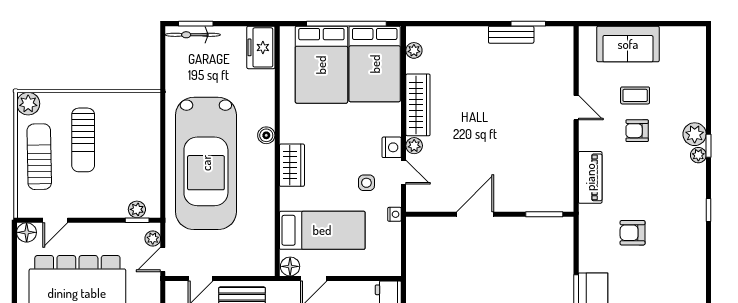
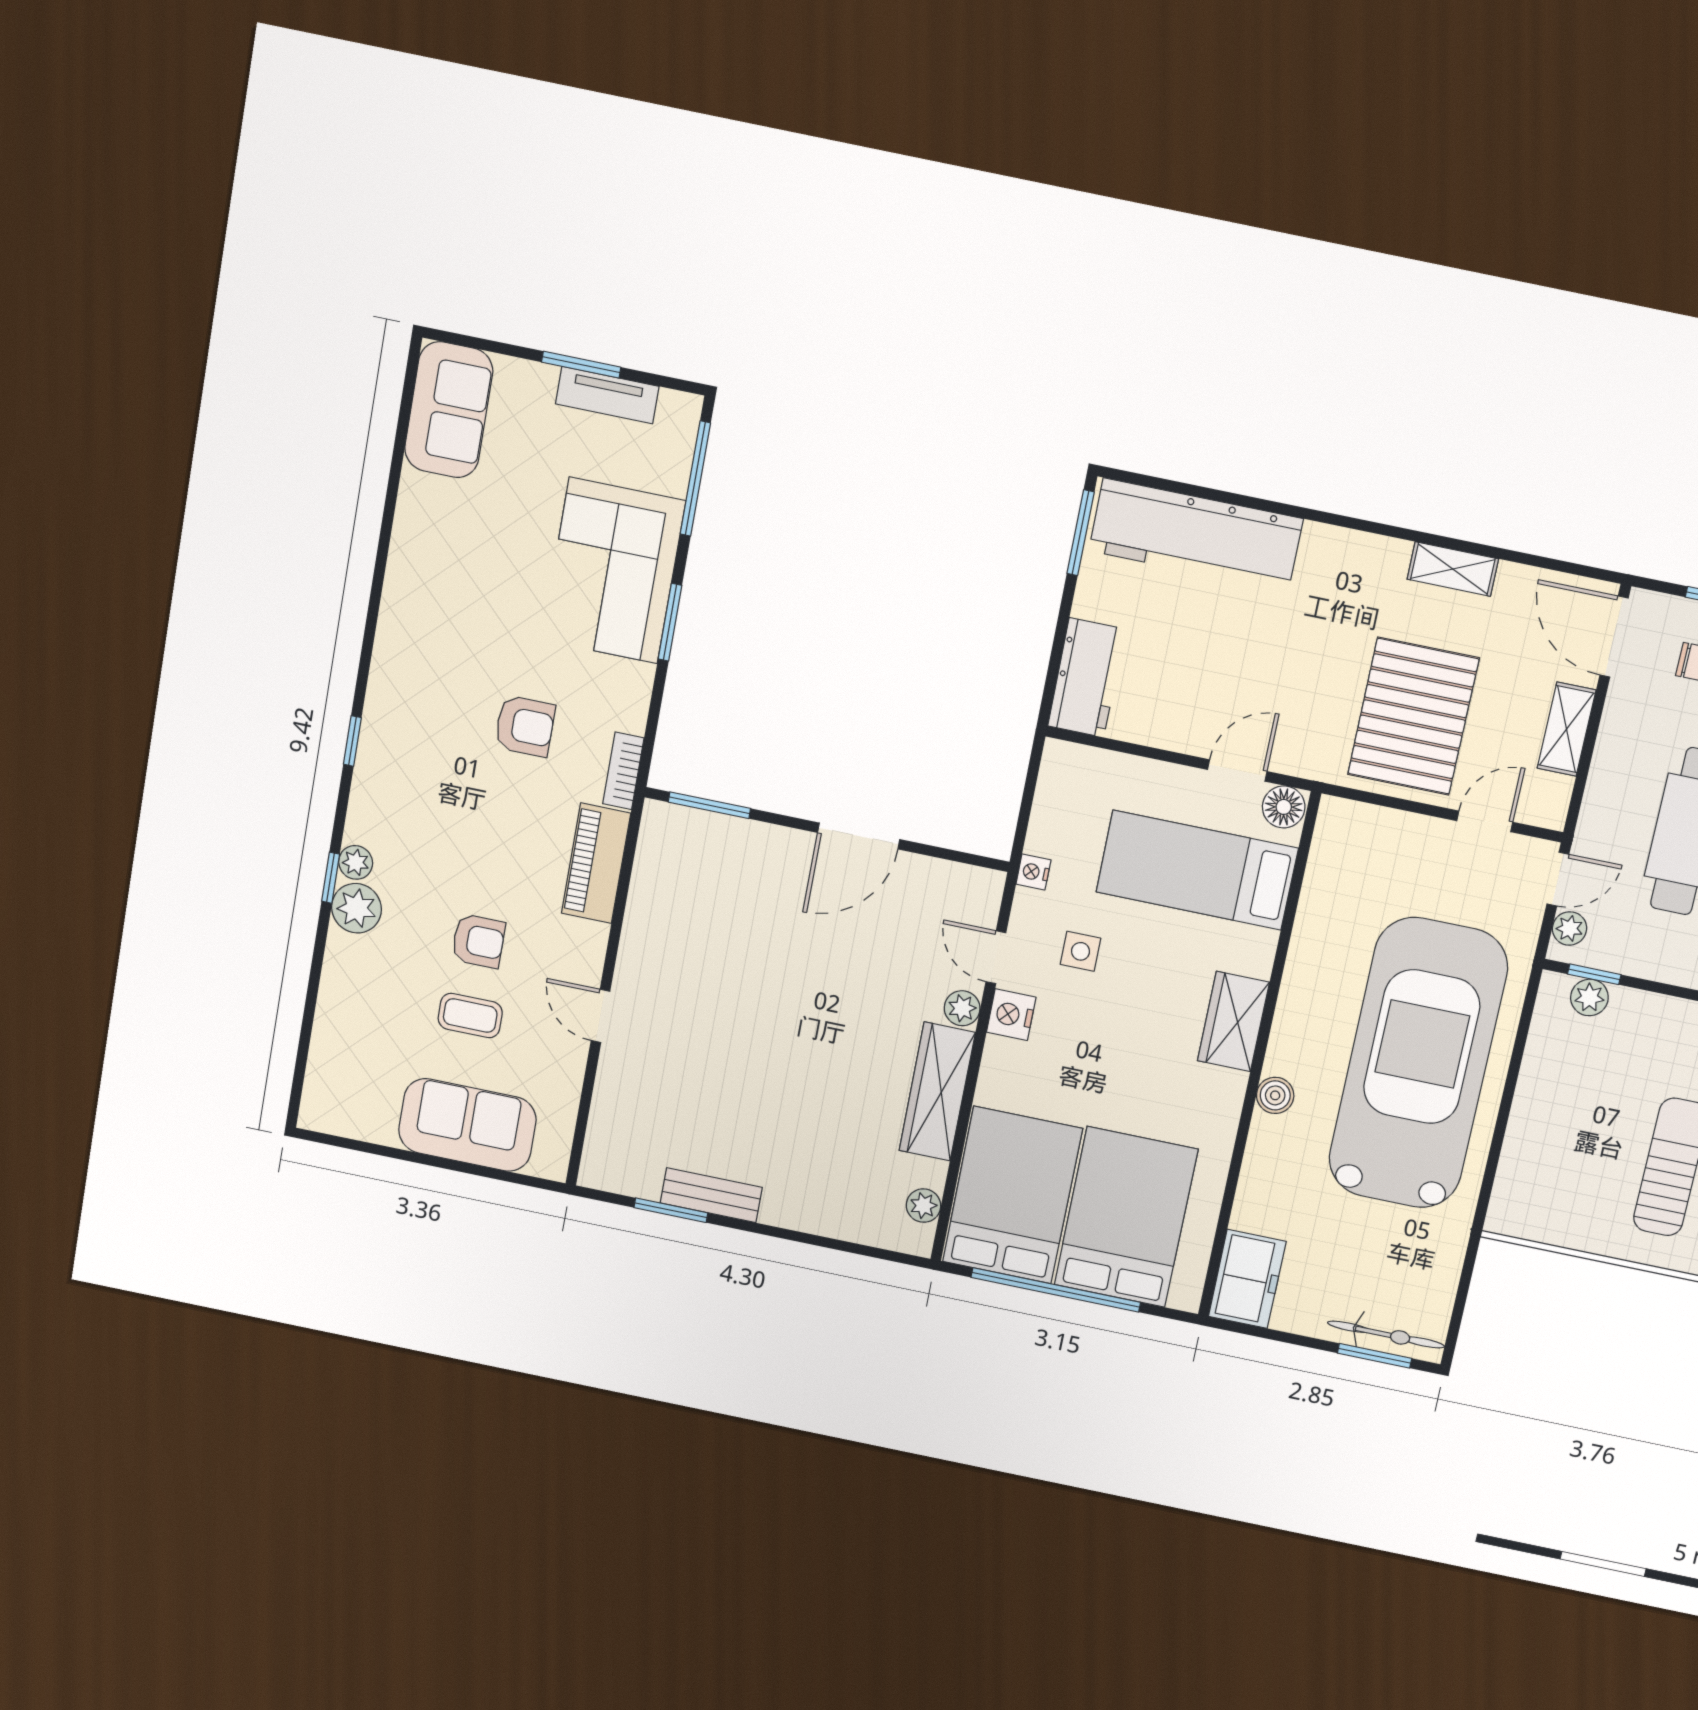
bookcase: (585, 222) -> (623, 771), added

